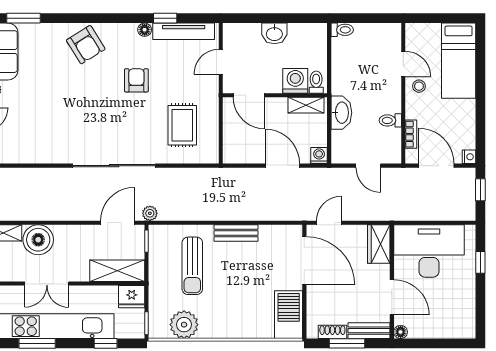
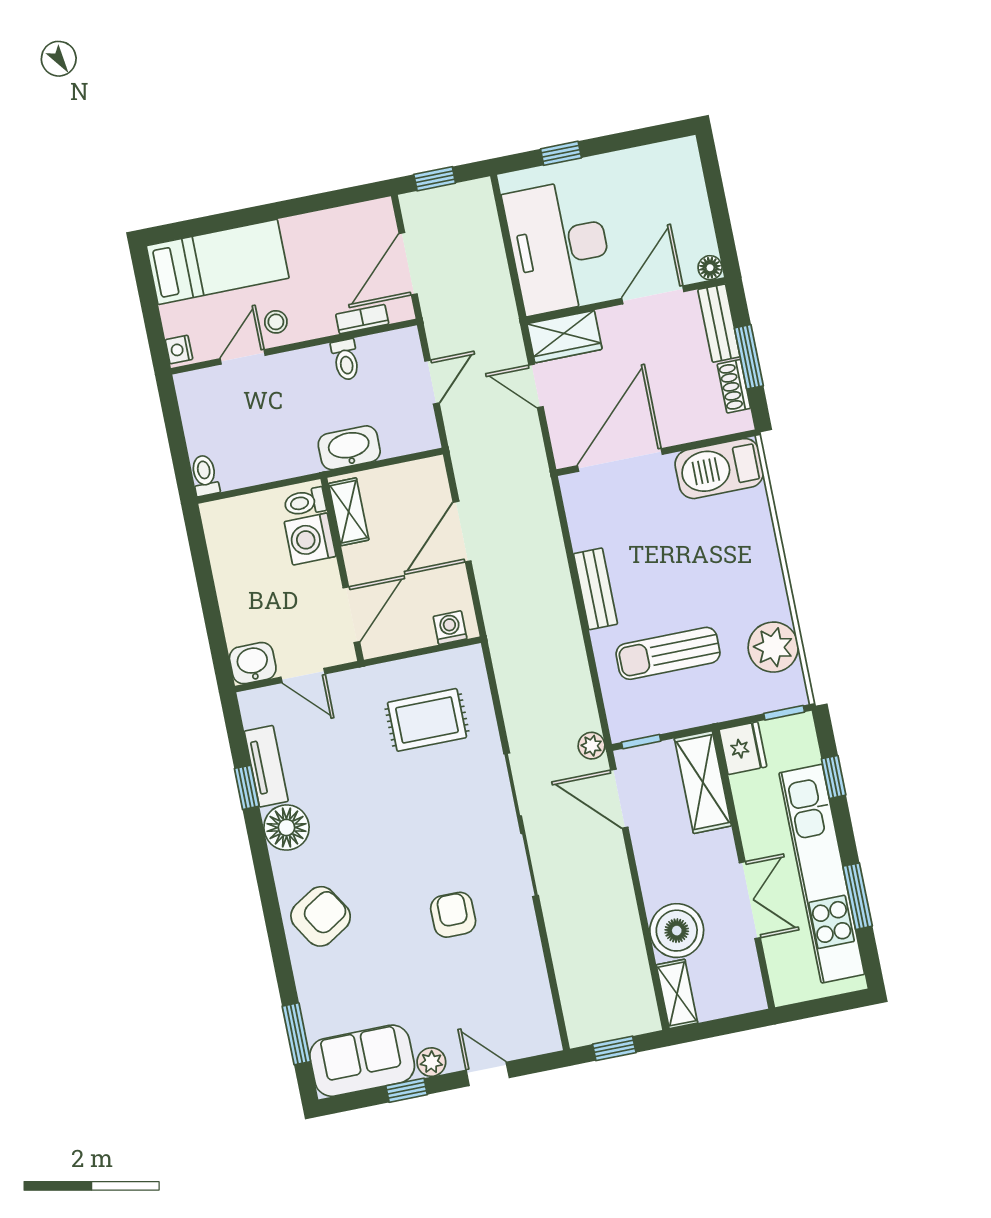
floor lamp: (145, 30) -> (286, 827), width x1.89, depth x1.89
tv unit: (184, 31) -> (266, 766), width x0.71
washbasin: (274, 33) -> (253, 663), moved, turned -90
armchair: (136, 80) -> (453, 915), moved, turned 90
washing machine: (319, 156) -> (450, 628), moved, turned 90
nightstand: (469, 157) -> (179, 350), moved, turned -90
door: (329, 223) -> (536, 386), moved
sun lounger: (192, 266) -> (668, 653), turned 180

